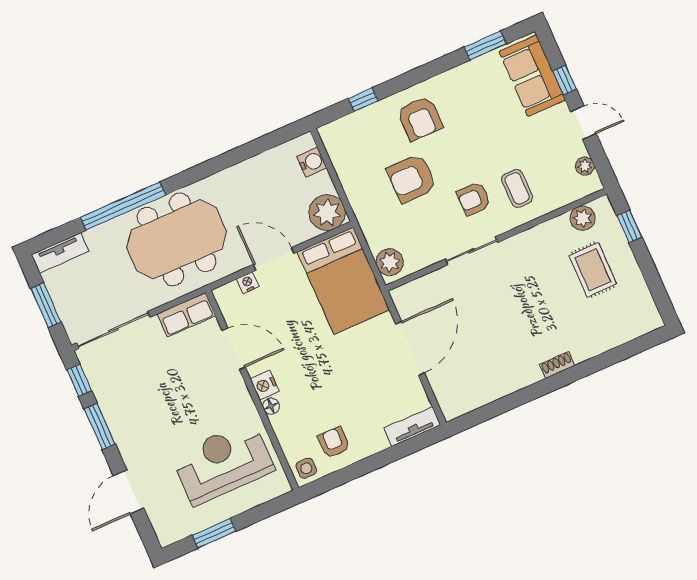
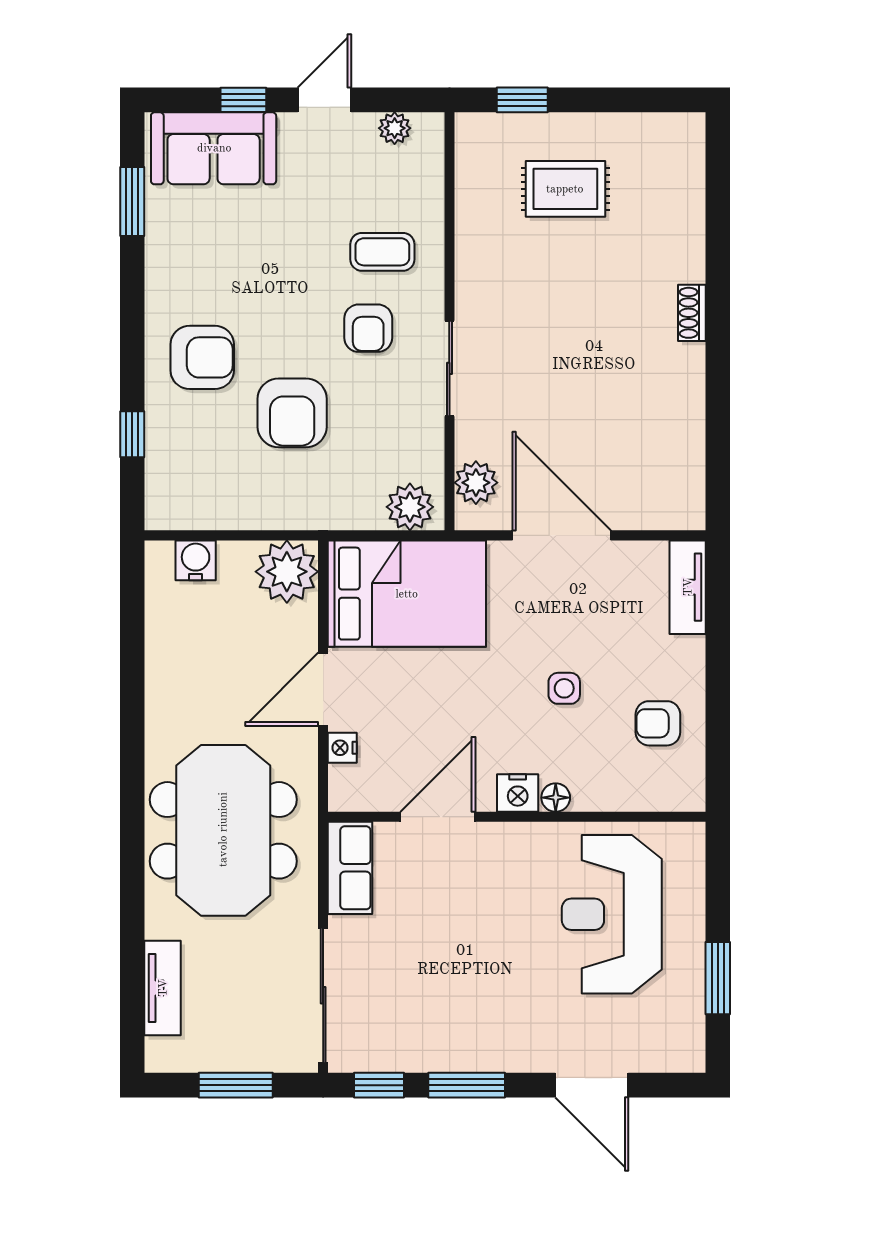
window: (123, 206) -> (132, 892), removed
plant: (582, 218) -> (476, 483), moved
tv unit: (60, 253) -> (163, 988), moved
side table: (306, 468) -> (564, 688), moved

